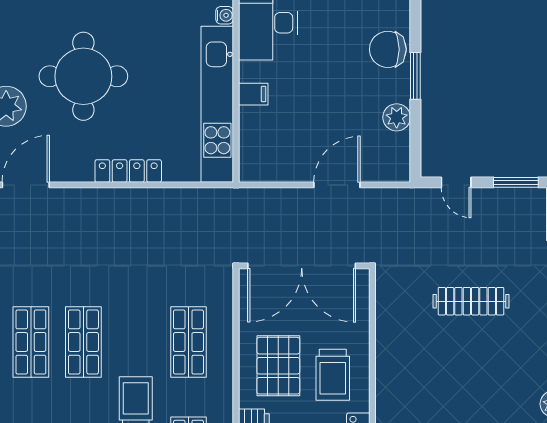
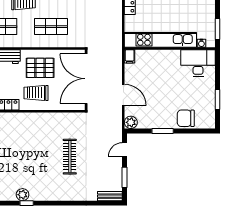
chair: (388, 49) -> (186, 118), turned -90
window: (415, 76) -> (163, 131), moved
filing cabinet: (253, 94) -> (130, 56), moved
plant: (397, 117) -> (131, 122), moved

